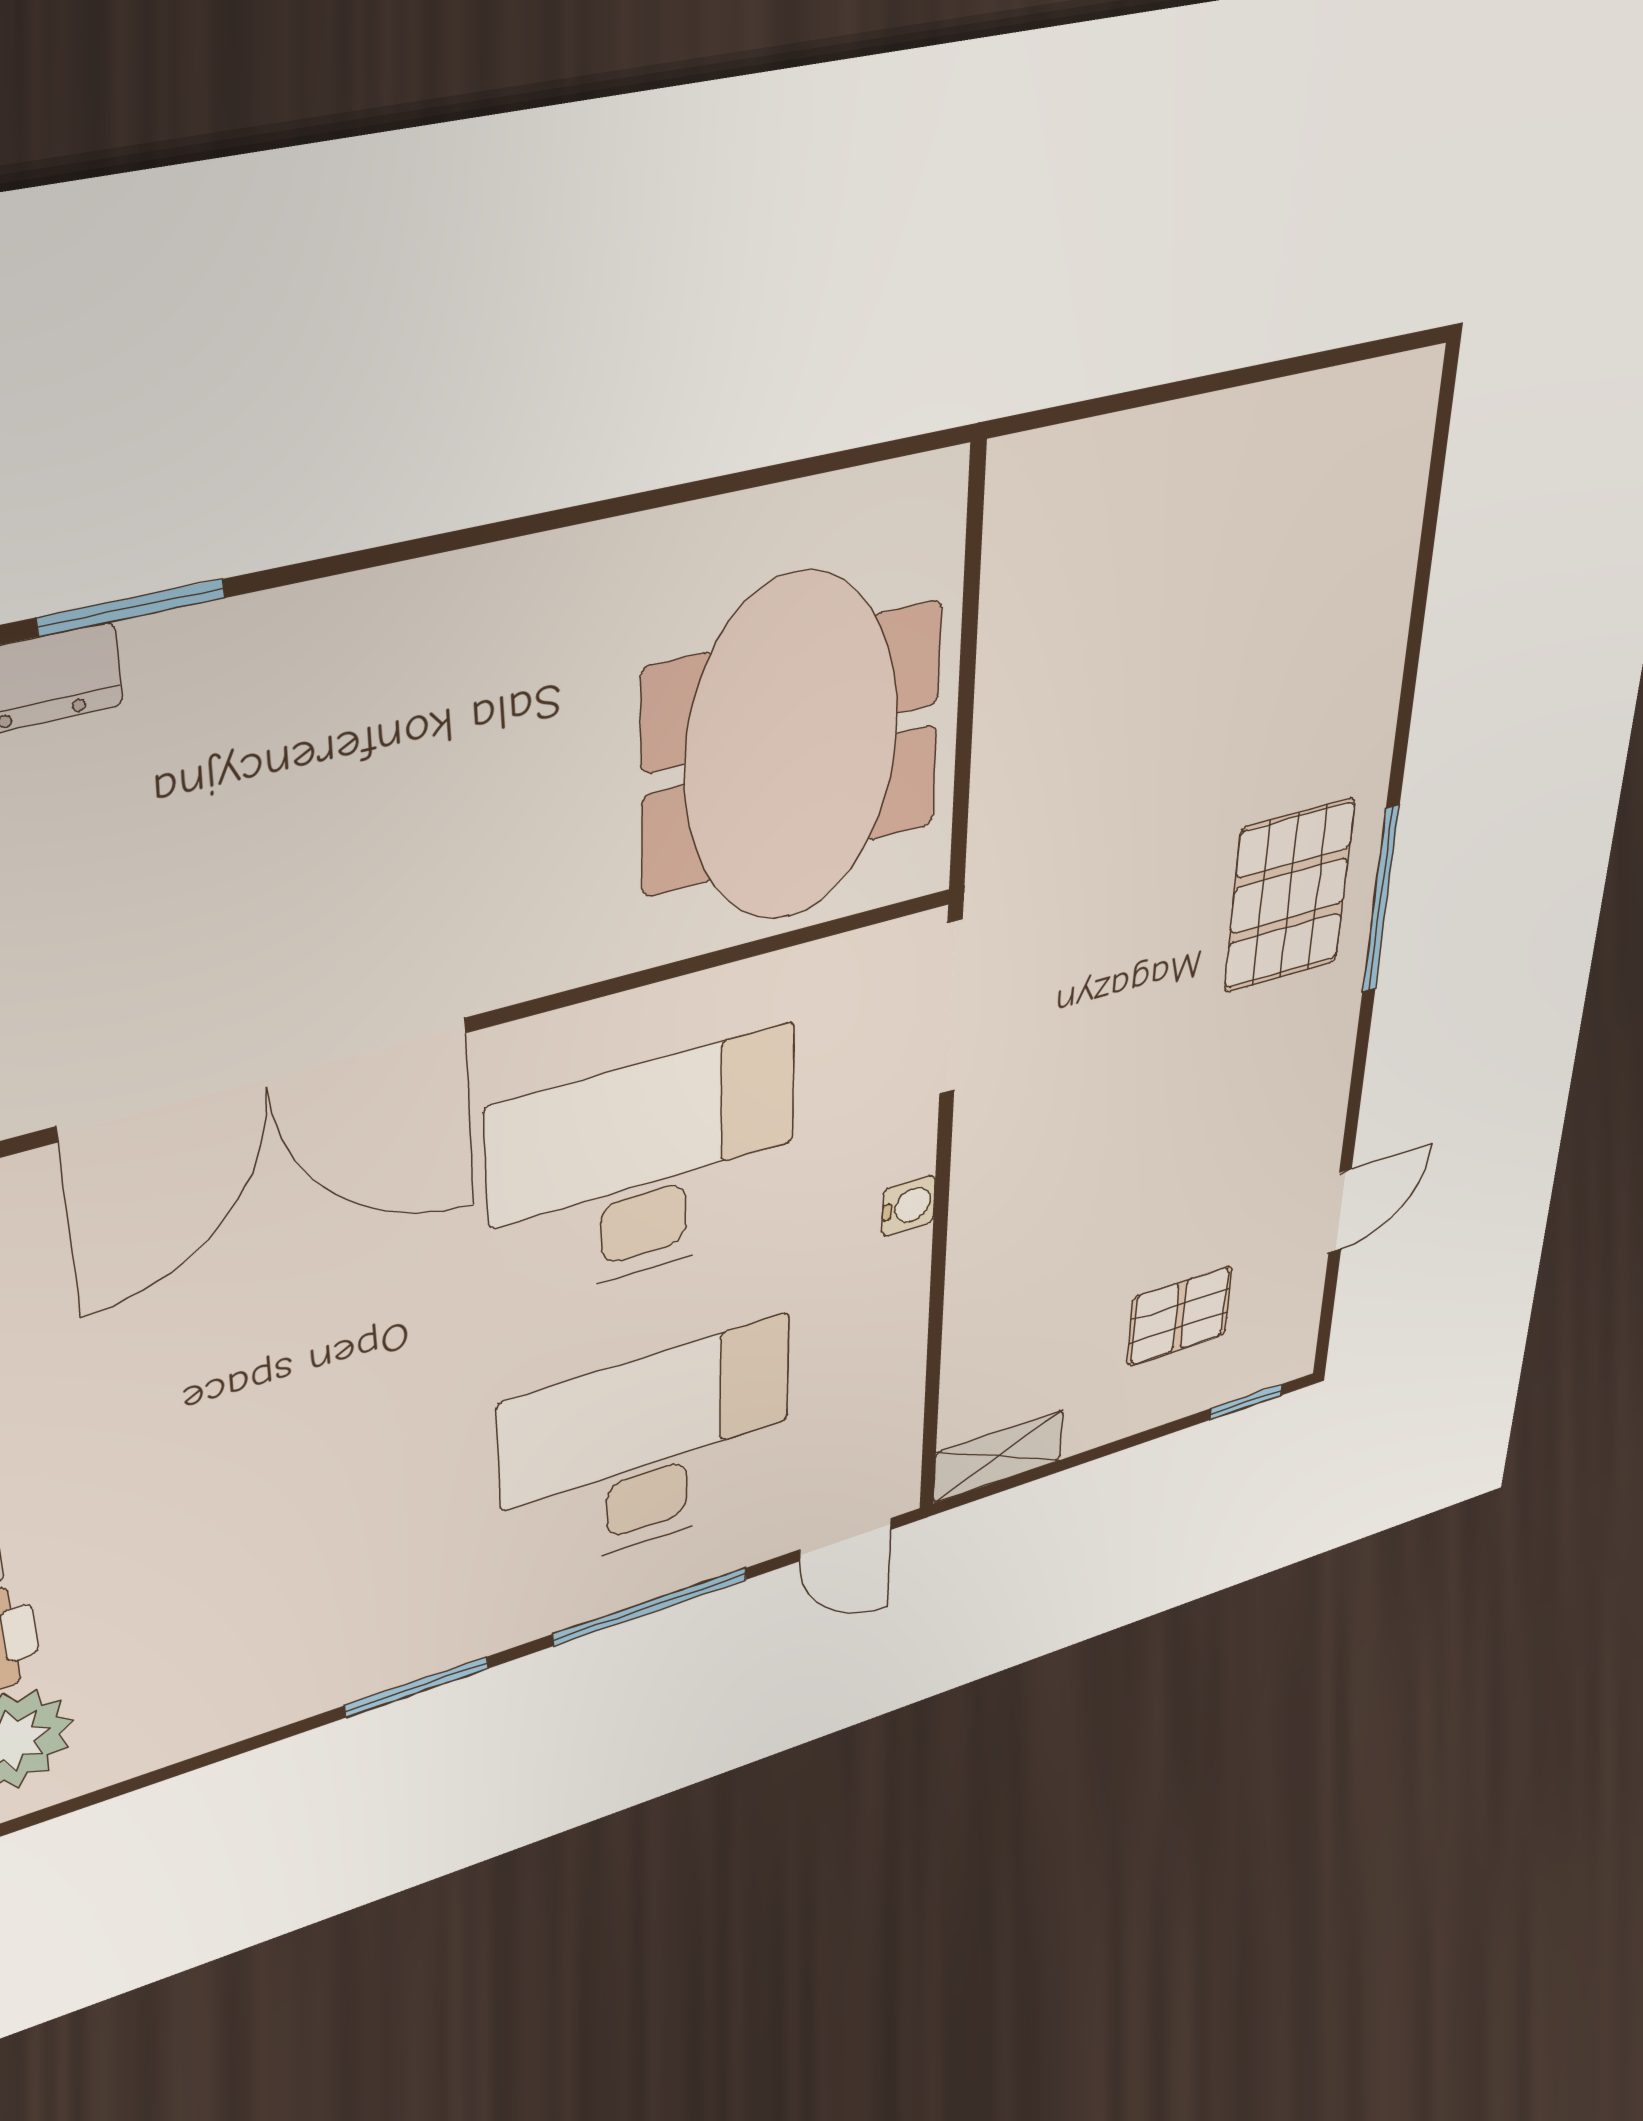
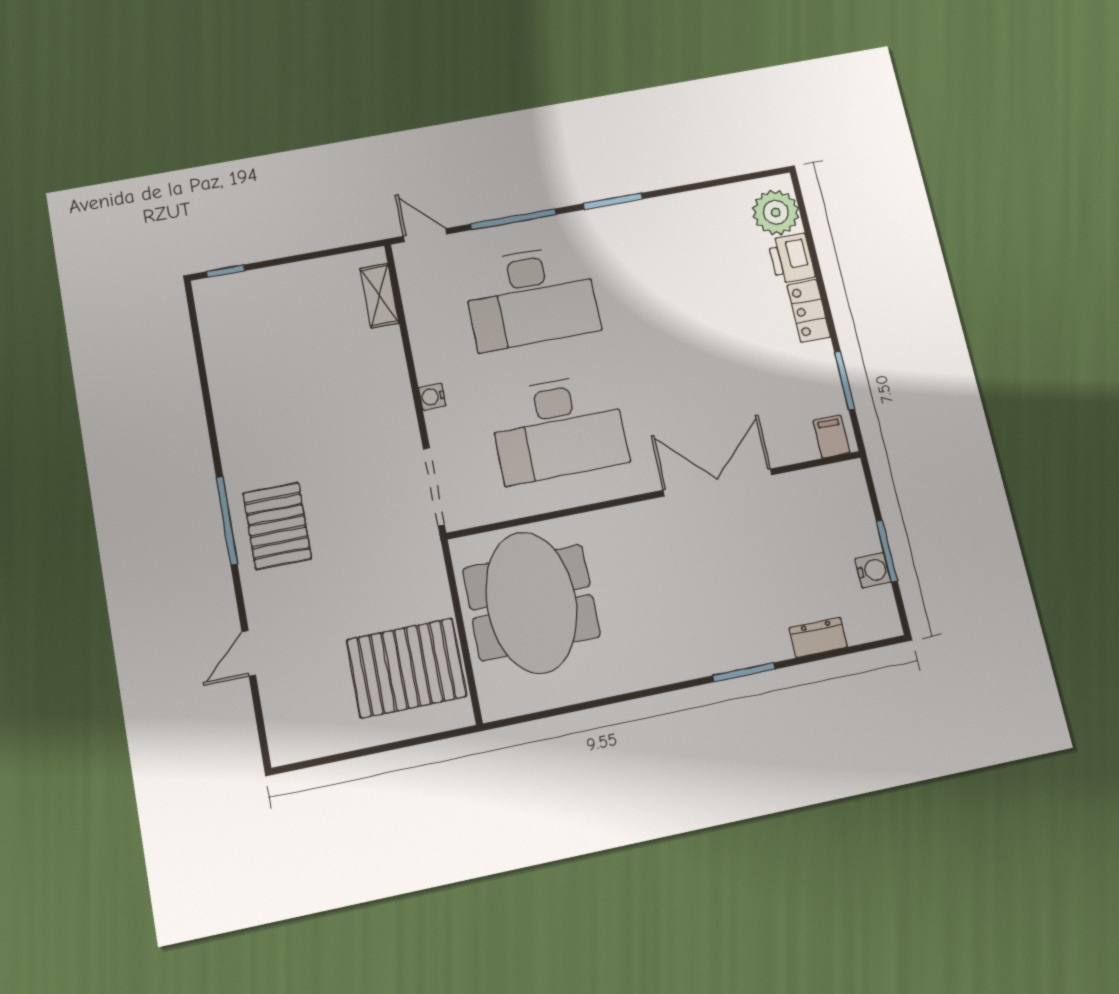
window: (131, 608) -> (744, 672), moved
double door: (266, 1079) -> (718, 482), width x0.73
door: (1340, 1211) -> (249, 653), moved
pallet: (1180, 1316) -> (407, 668), moved, width x2.05, depth x2.00
shelving: (998, 1456) -> (379, 296), moved, turned 90

